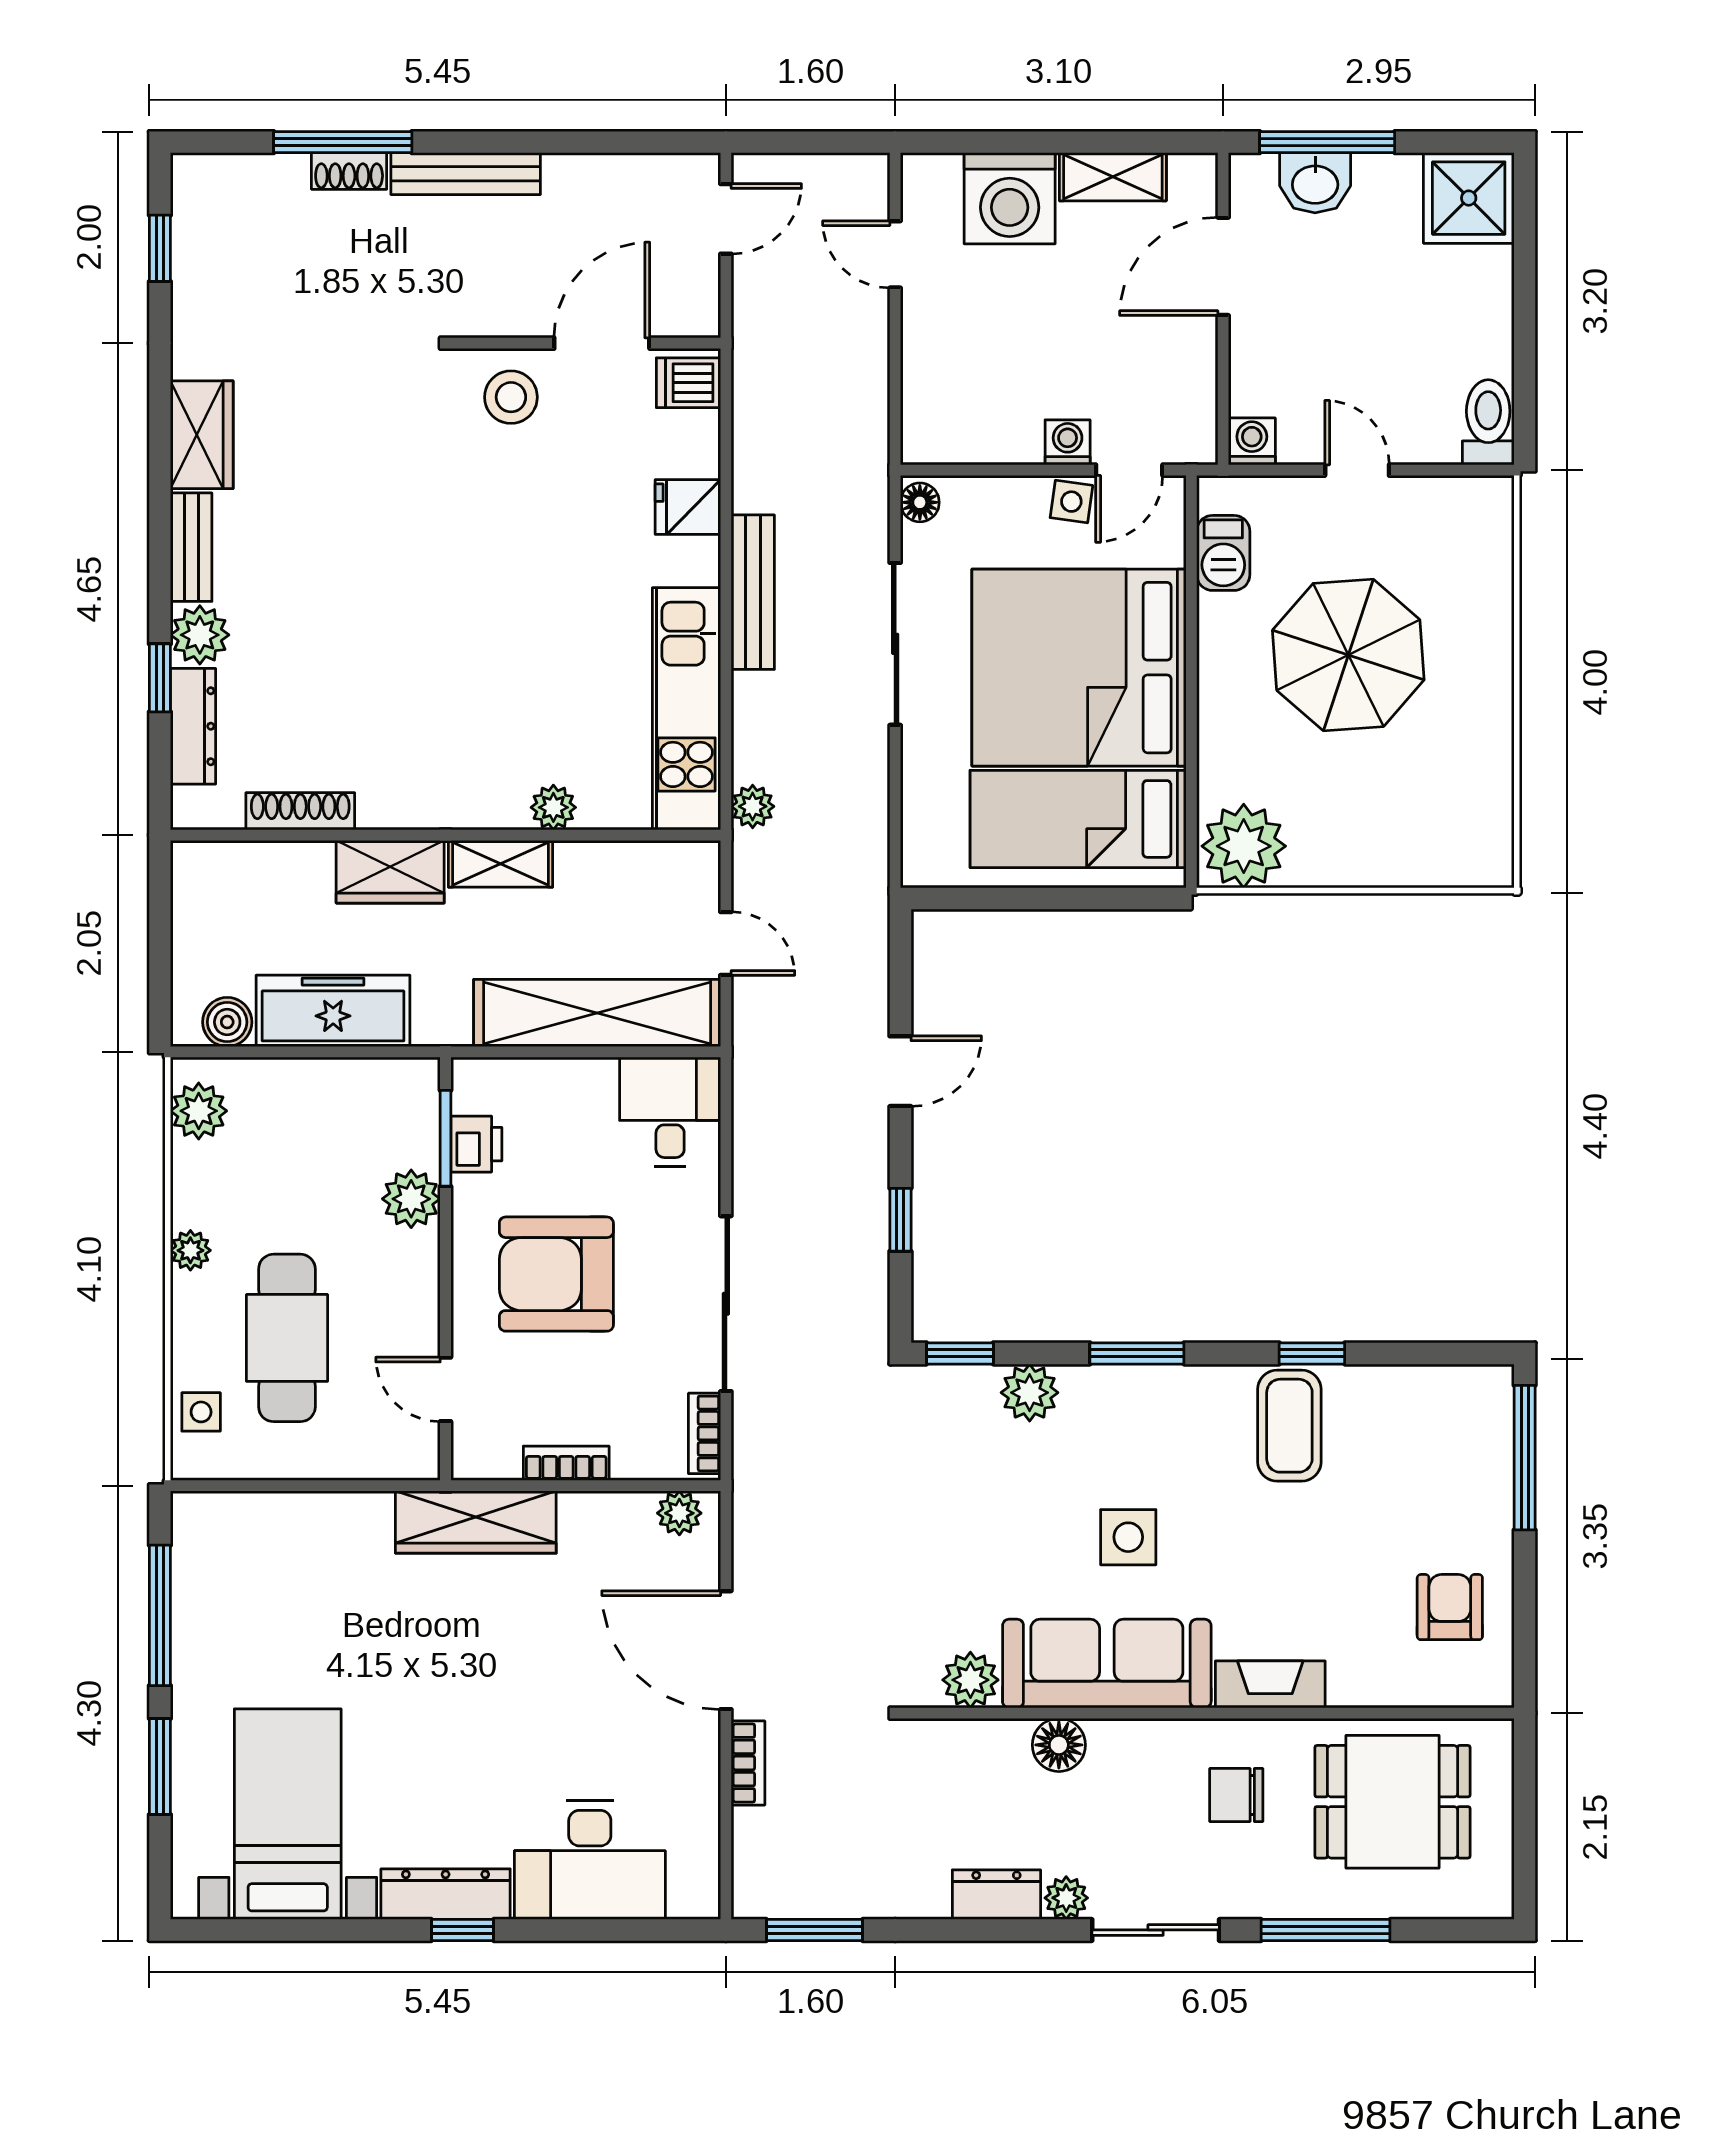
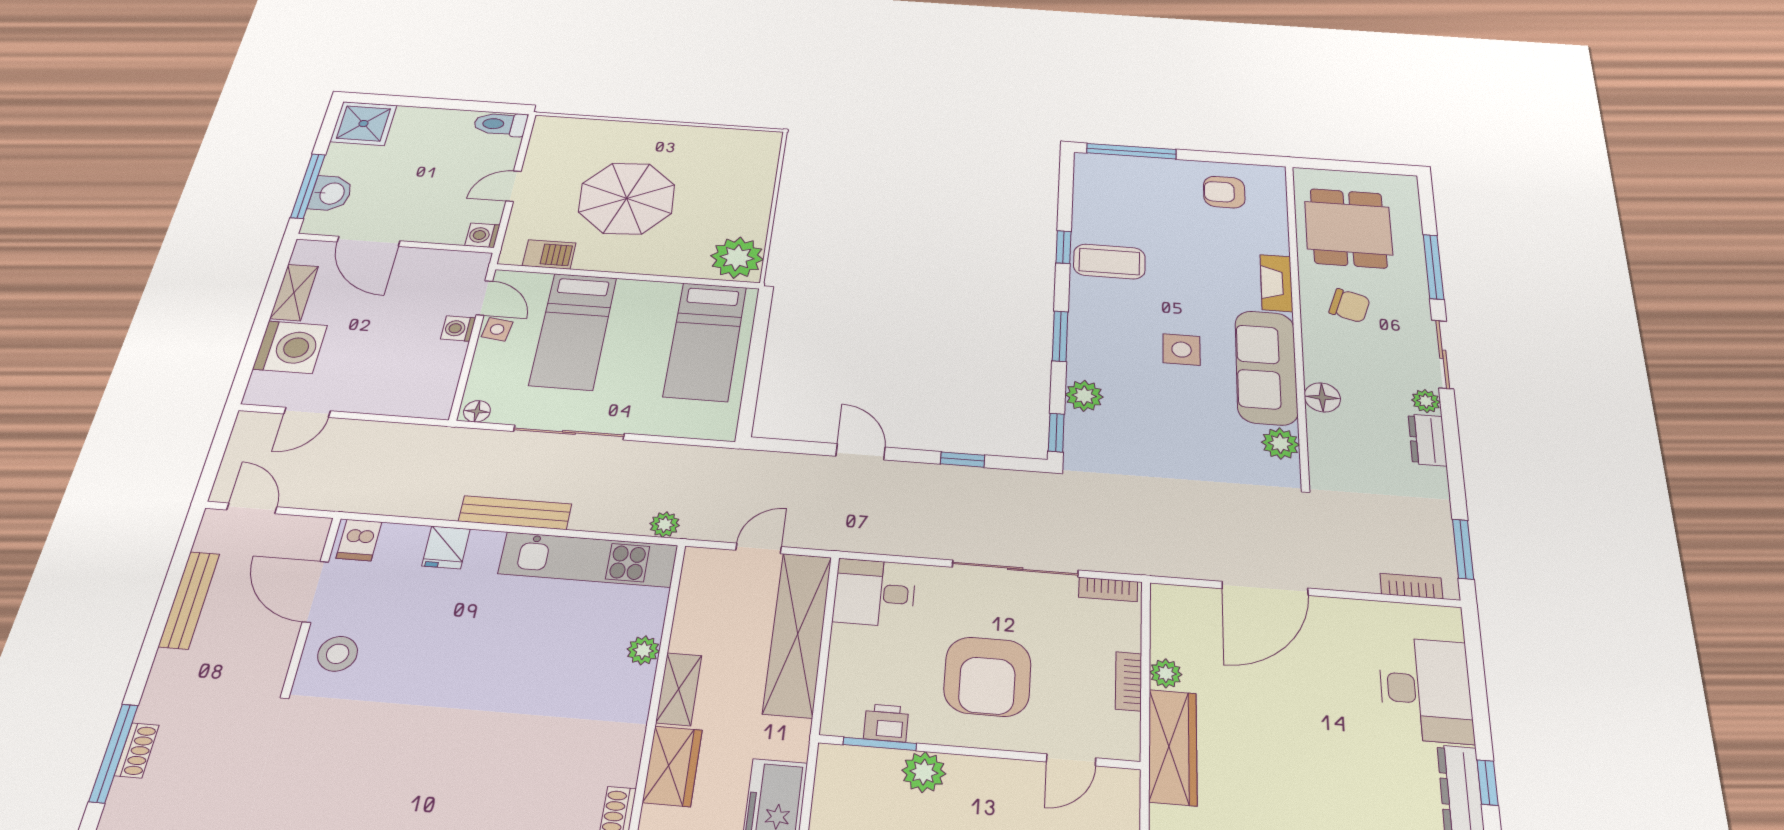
bench: (466, 174) -> (189, 600), moved
bed: (1079, 668) -> (573, 331), width x0.49
plant: (679, 1513) -> (1166, 673), moved
bookcase: (748, 1763) -> (1411, 586), moved
chair: (1236, 1795) -> (1350, 306), turned -73

